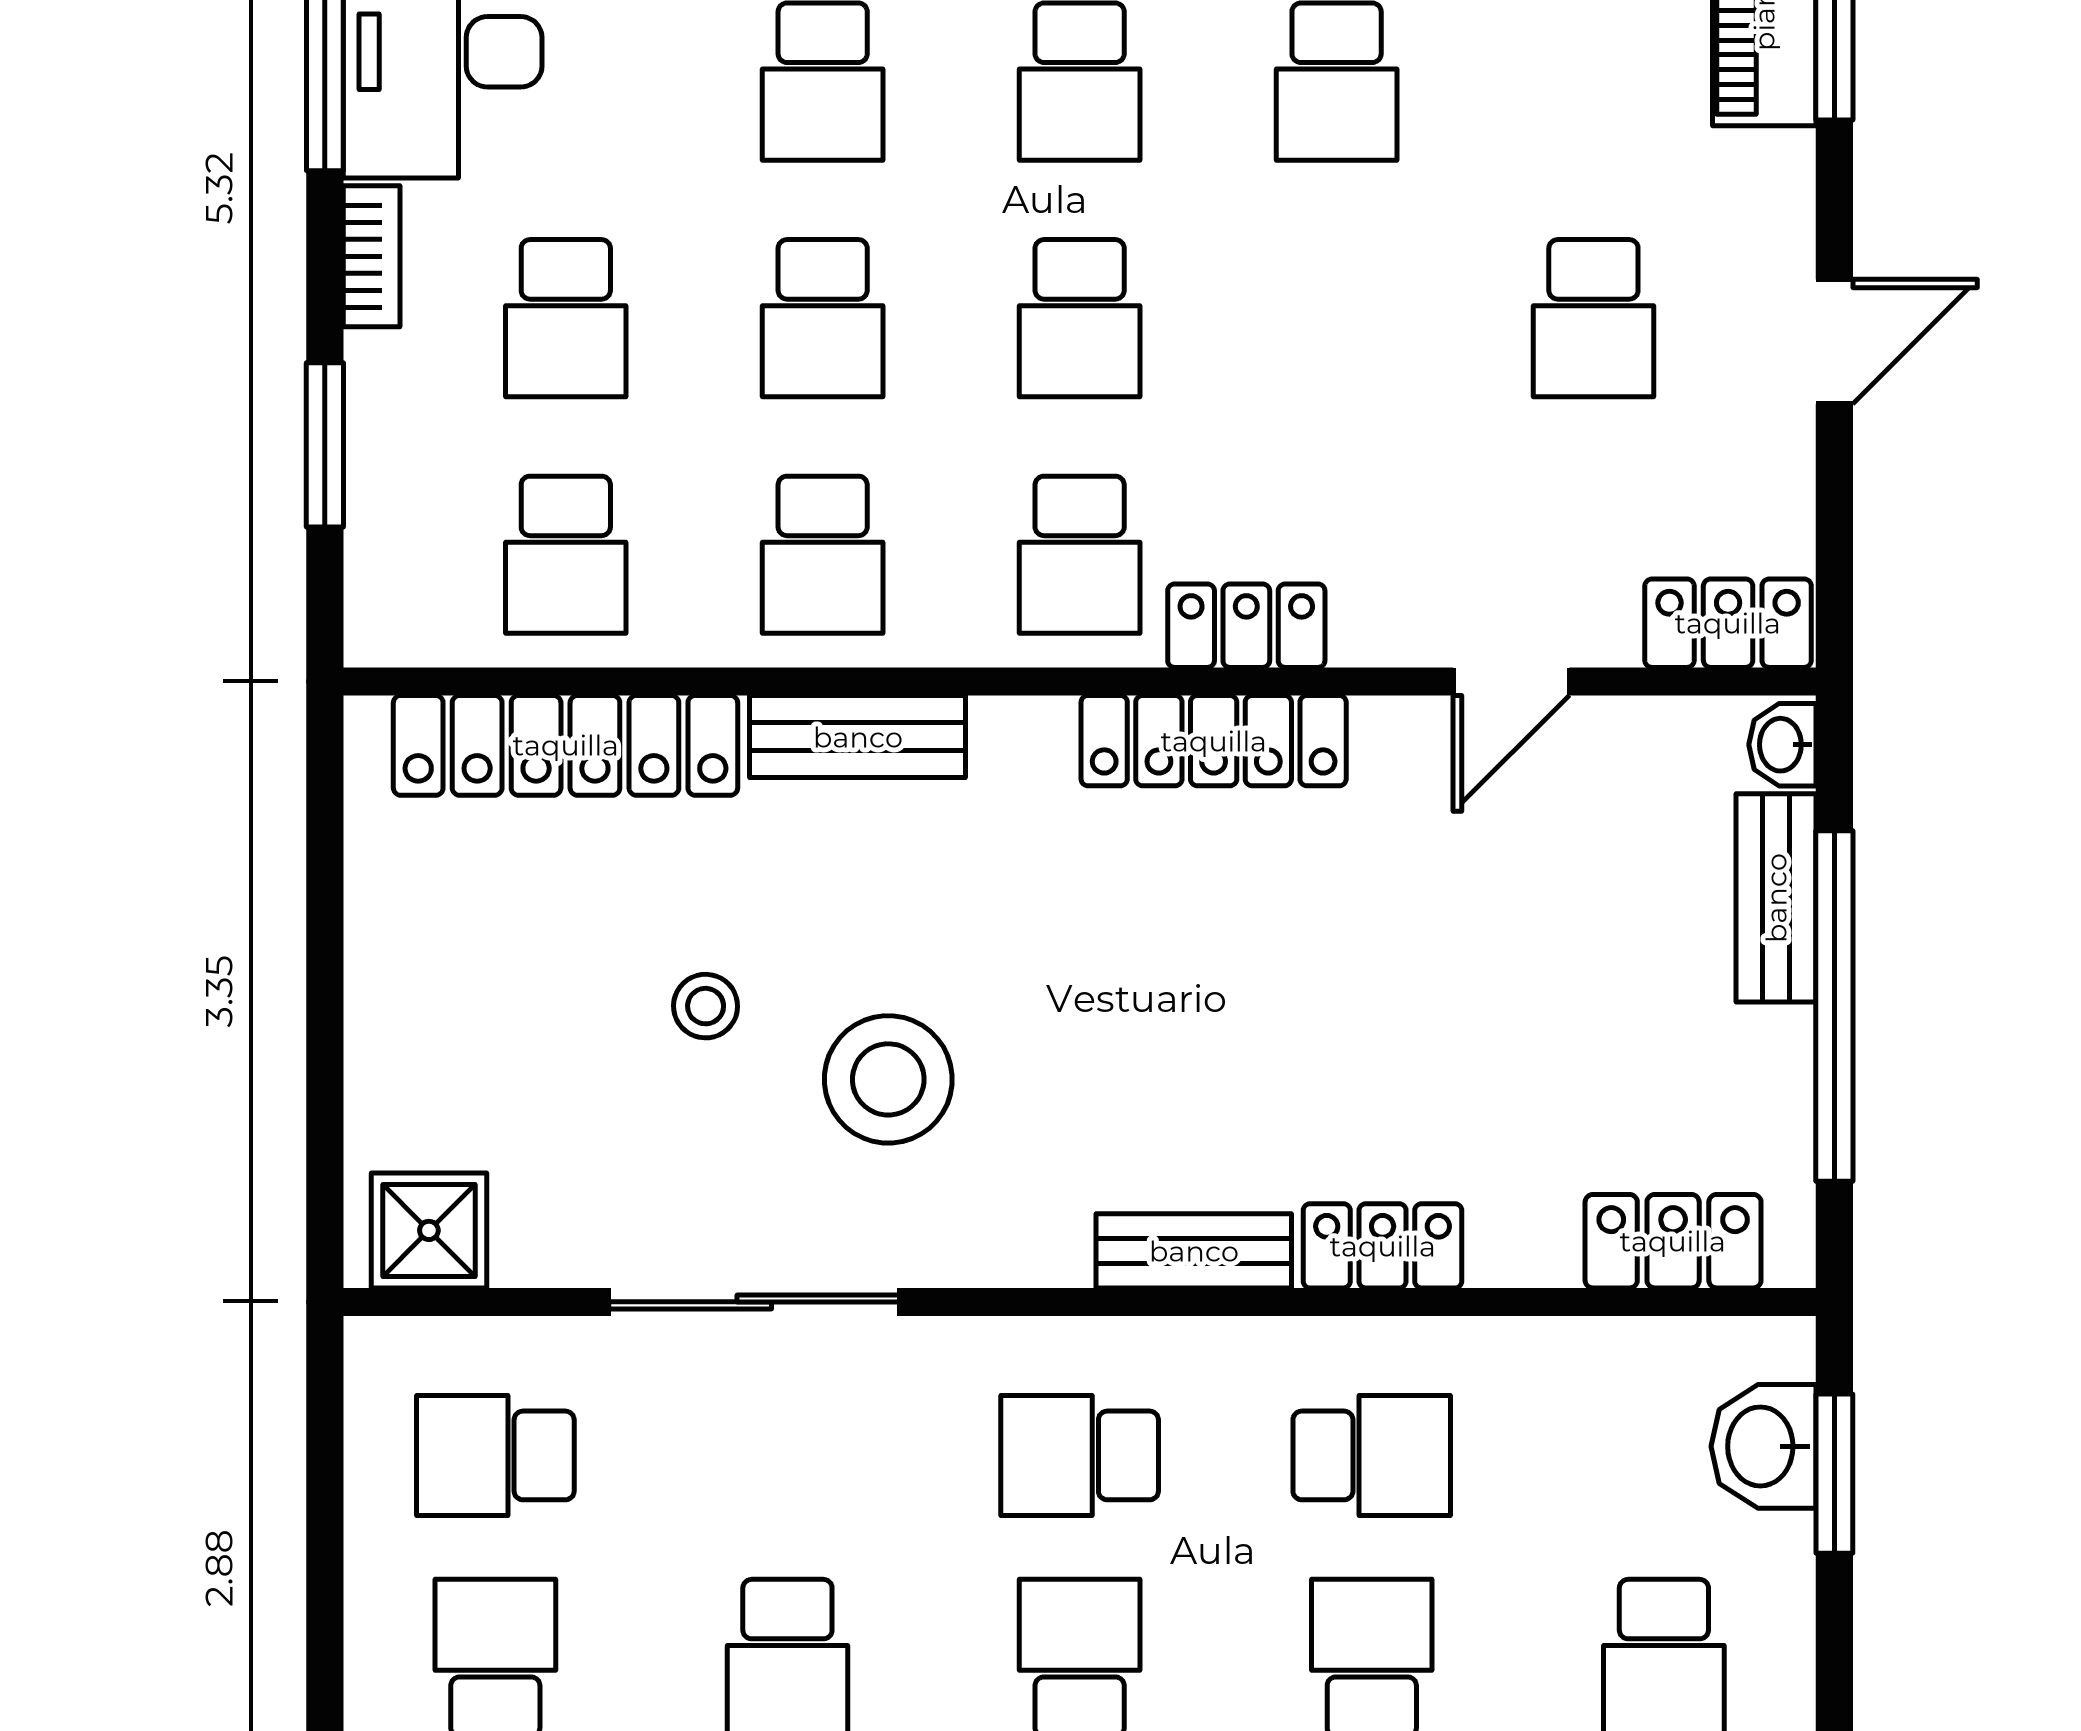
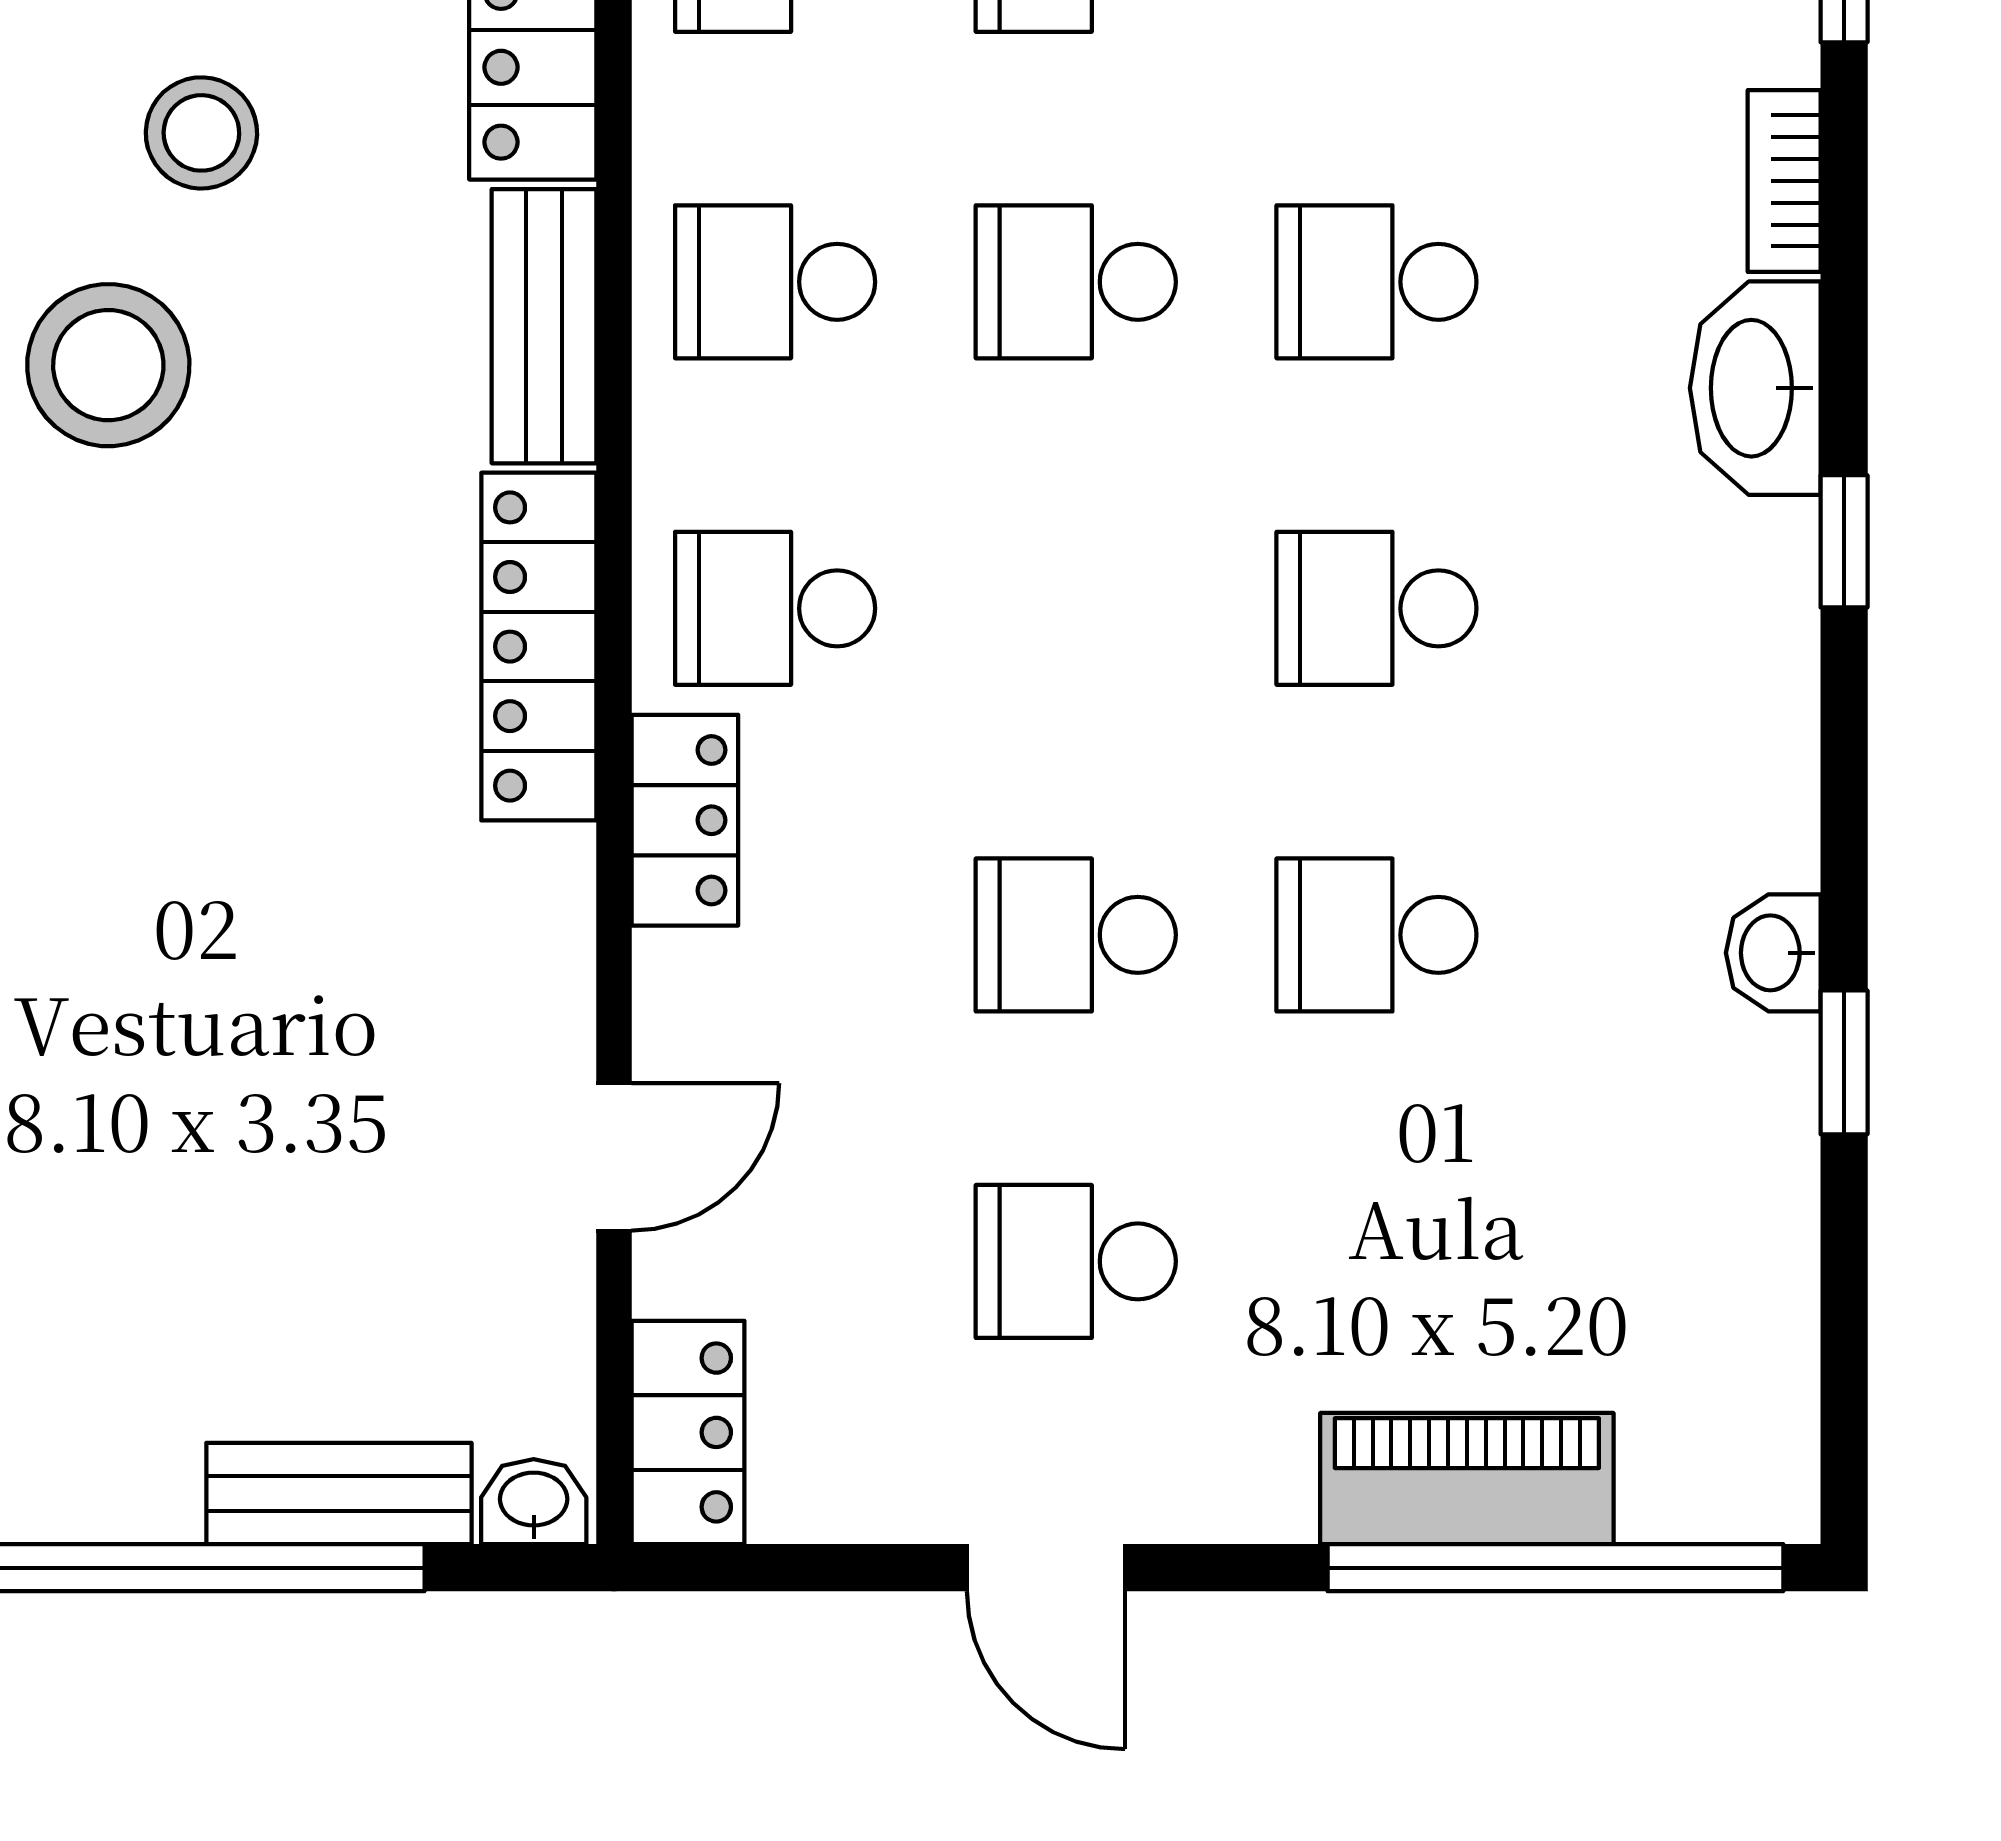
school desk: (1080, 318) -> (1076, 935), moved
door: (1511, 681) -> (614, 1157), swing flipped
locker: (1214, 741) -> (539, 647), moved
stool: (706, 1006) -> (201, 133), width x1.37, depth x1.37

